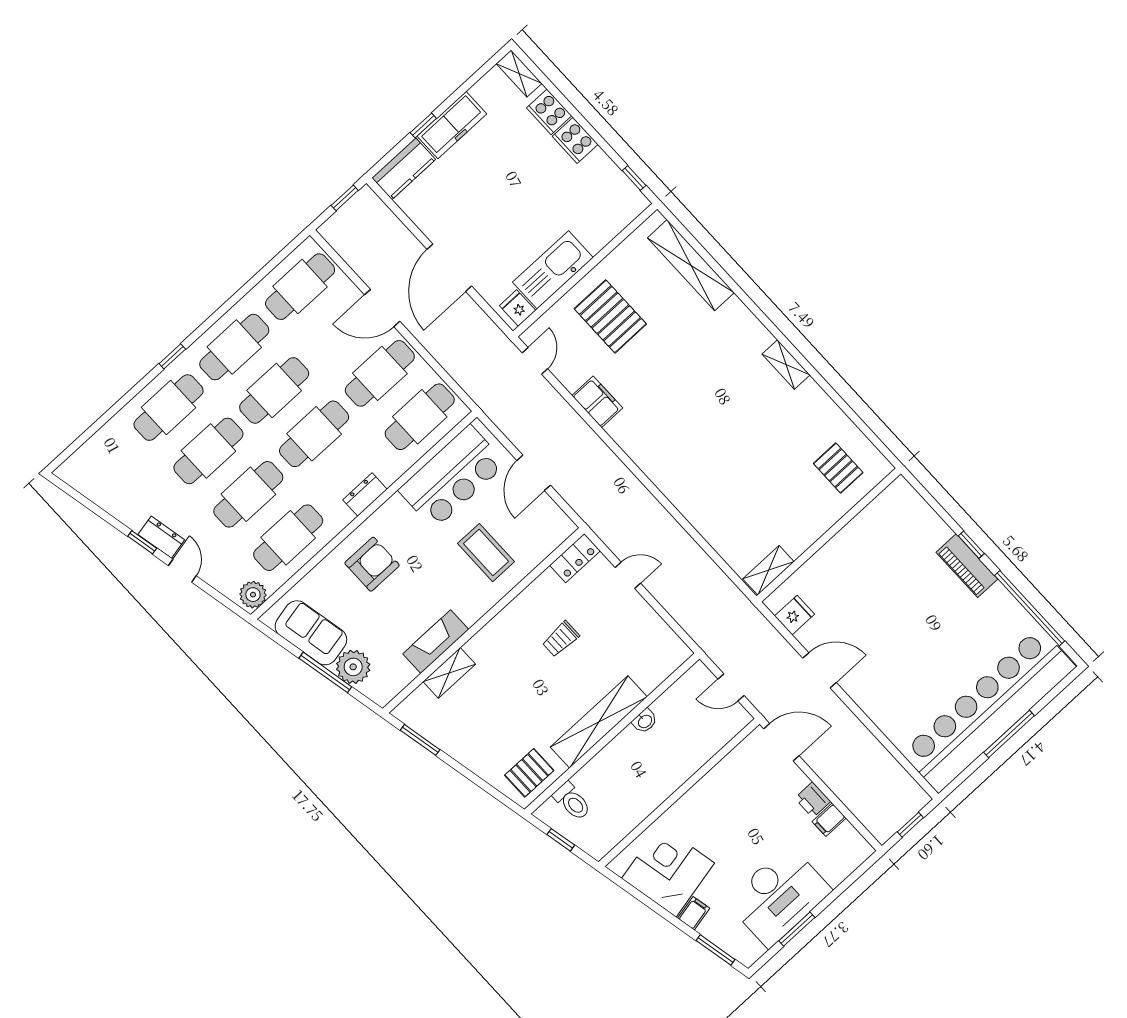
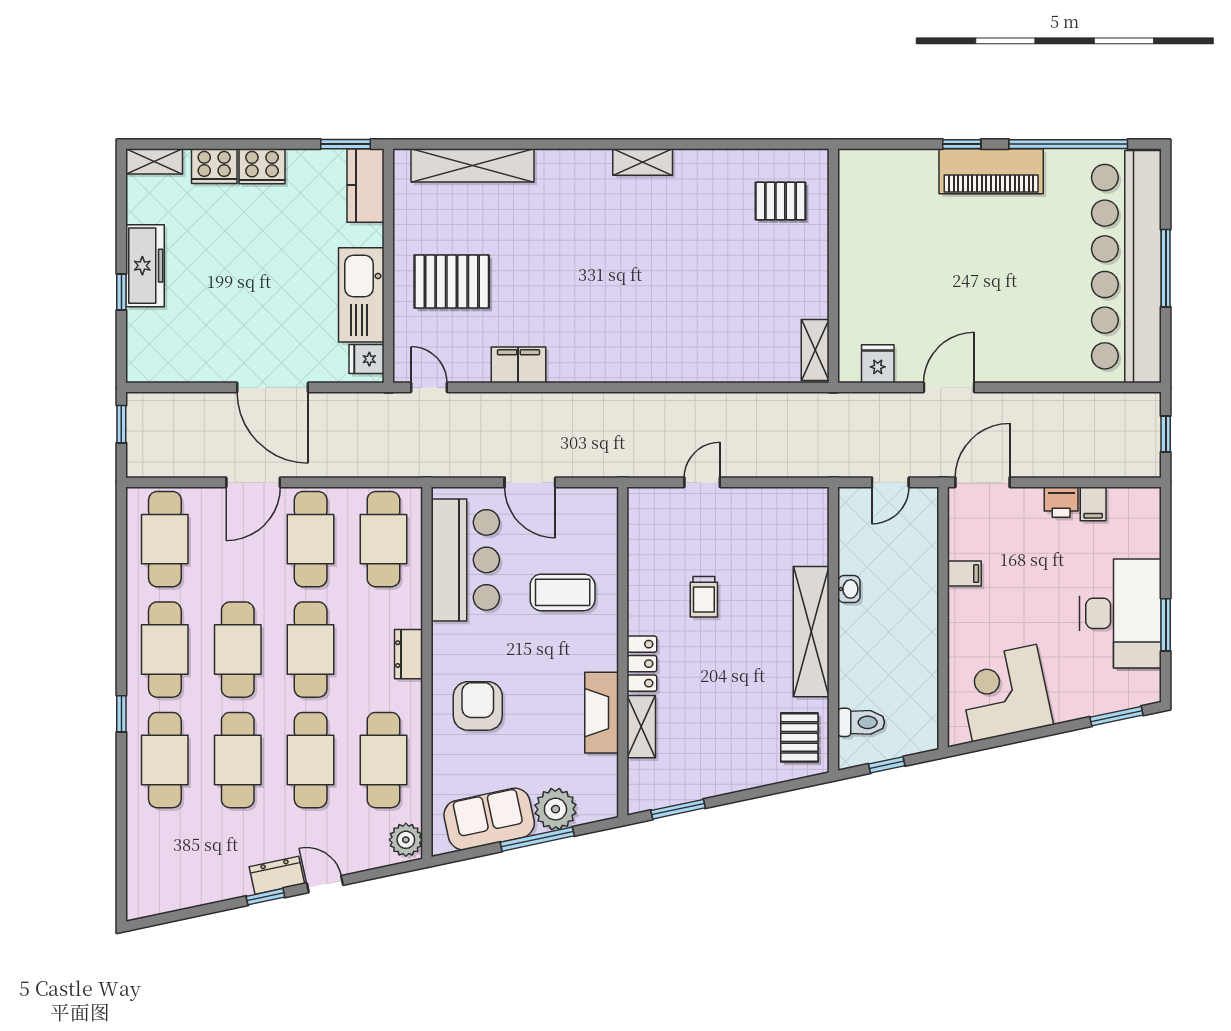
kitchen counter: (404, 169) -> (365, 185), moved, turned 180
window: (634, 178) -> (346, 144), width x1.50
locker: (575, 558) -> (642, 664), moved
piano: (967, 566) -> (991, 171), width x1.37, depth x1.33
filing cabinet: (694, 913) -> (964, 574), moved, turned 102

